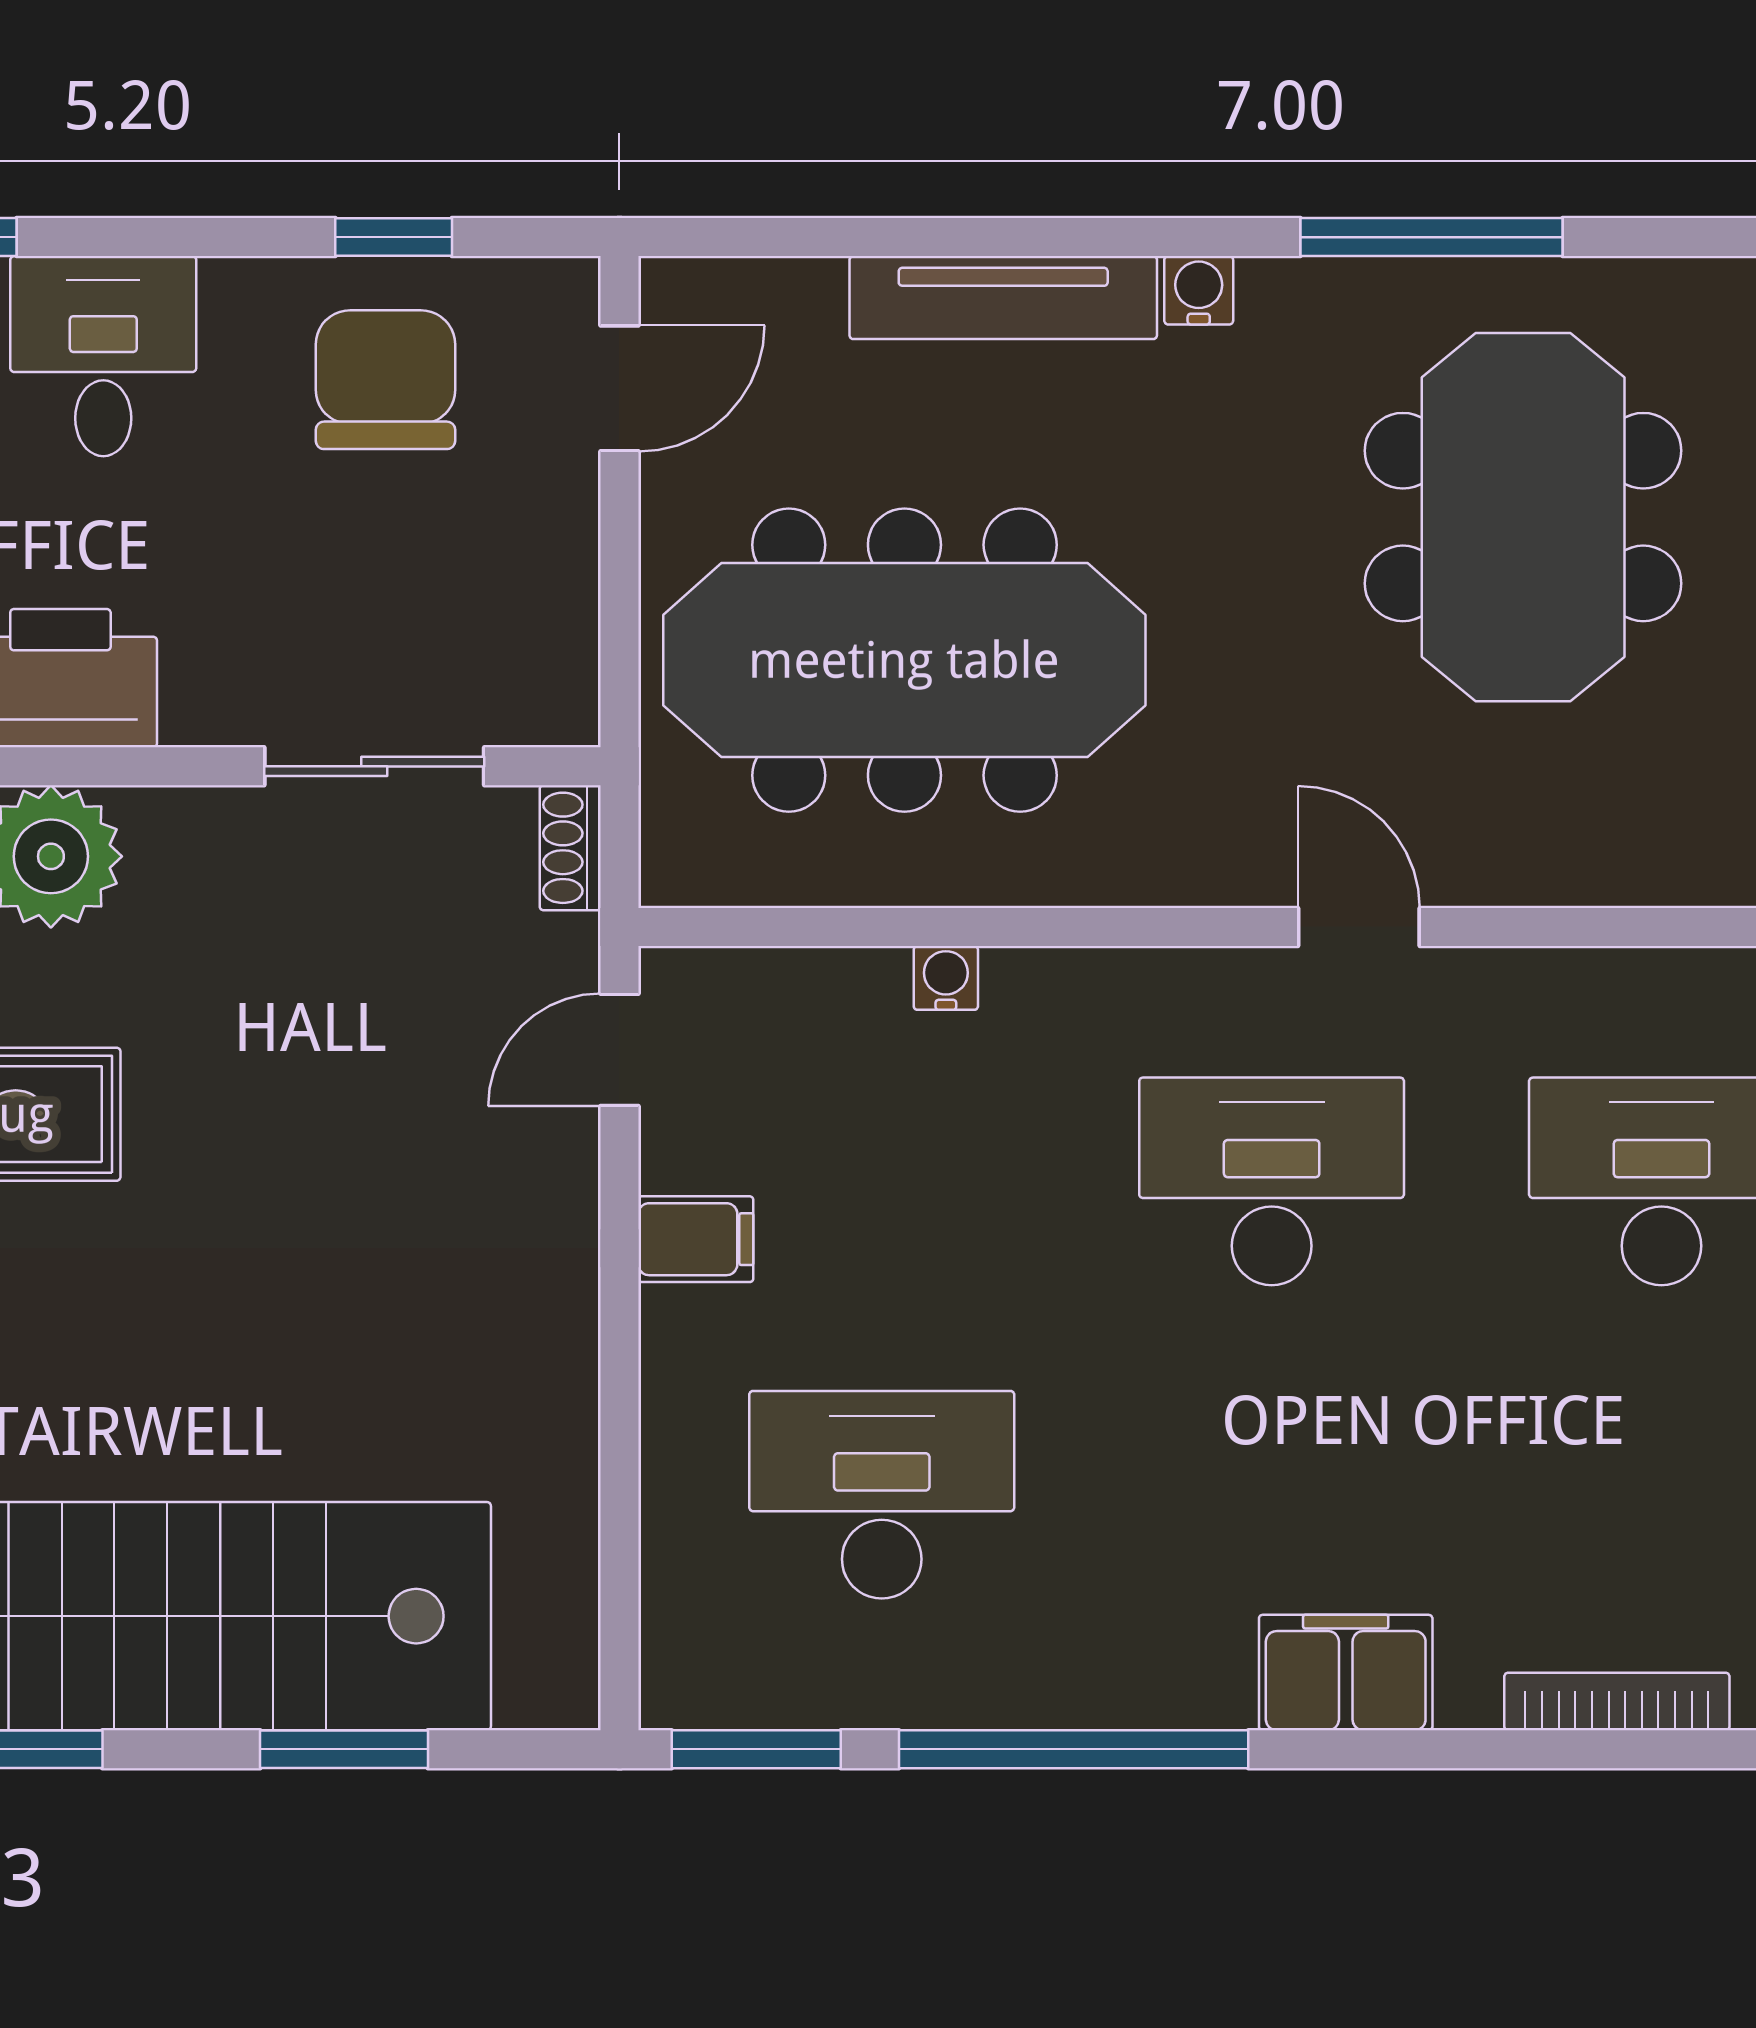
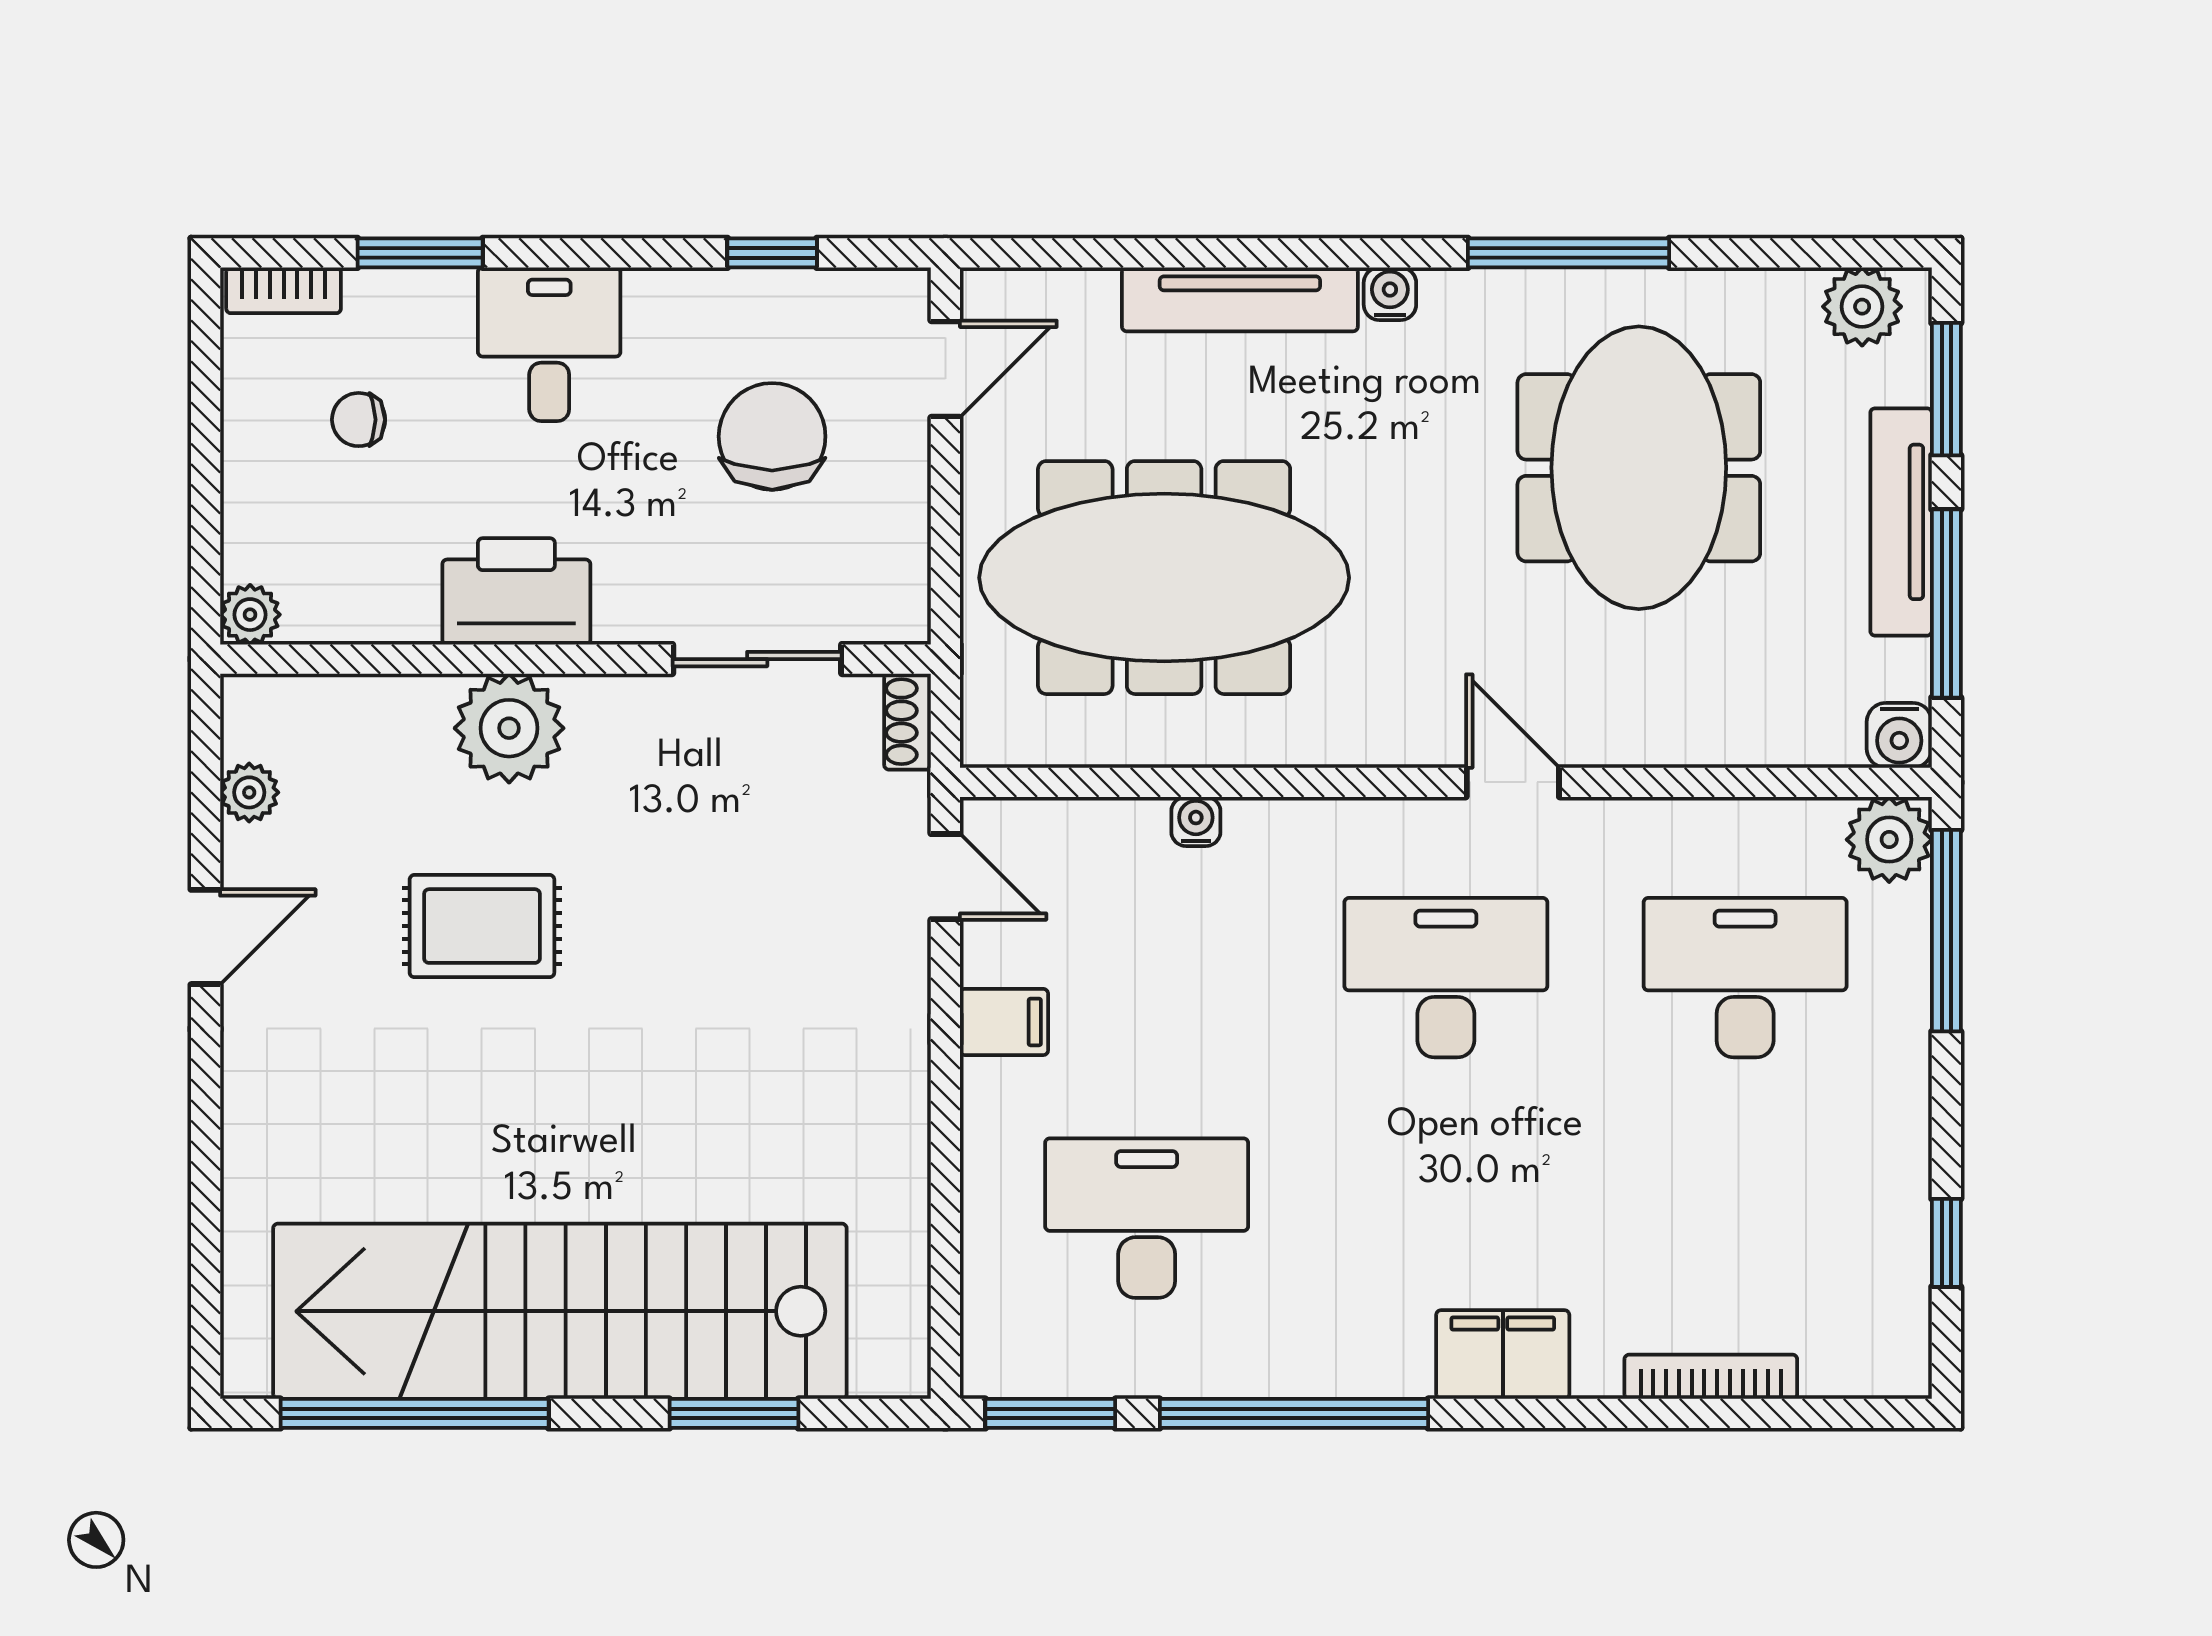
chair: (385, 380) -> (772, 436), moved
door: (619, 1050) -> (945, 877), swing flipped

